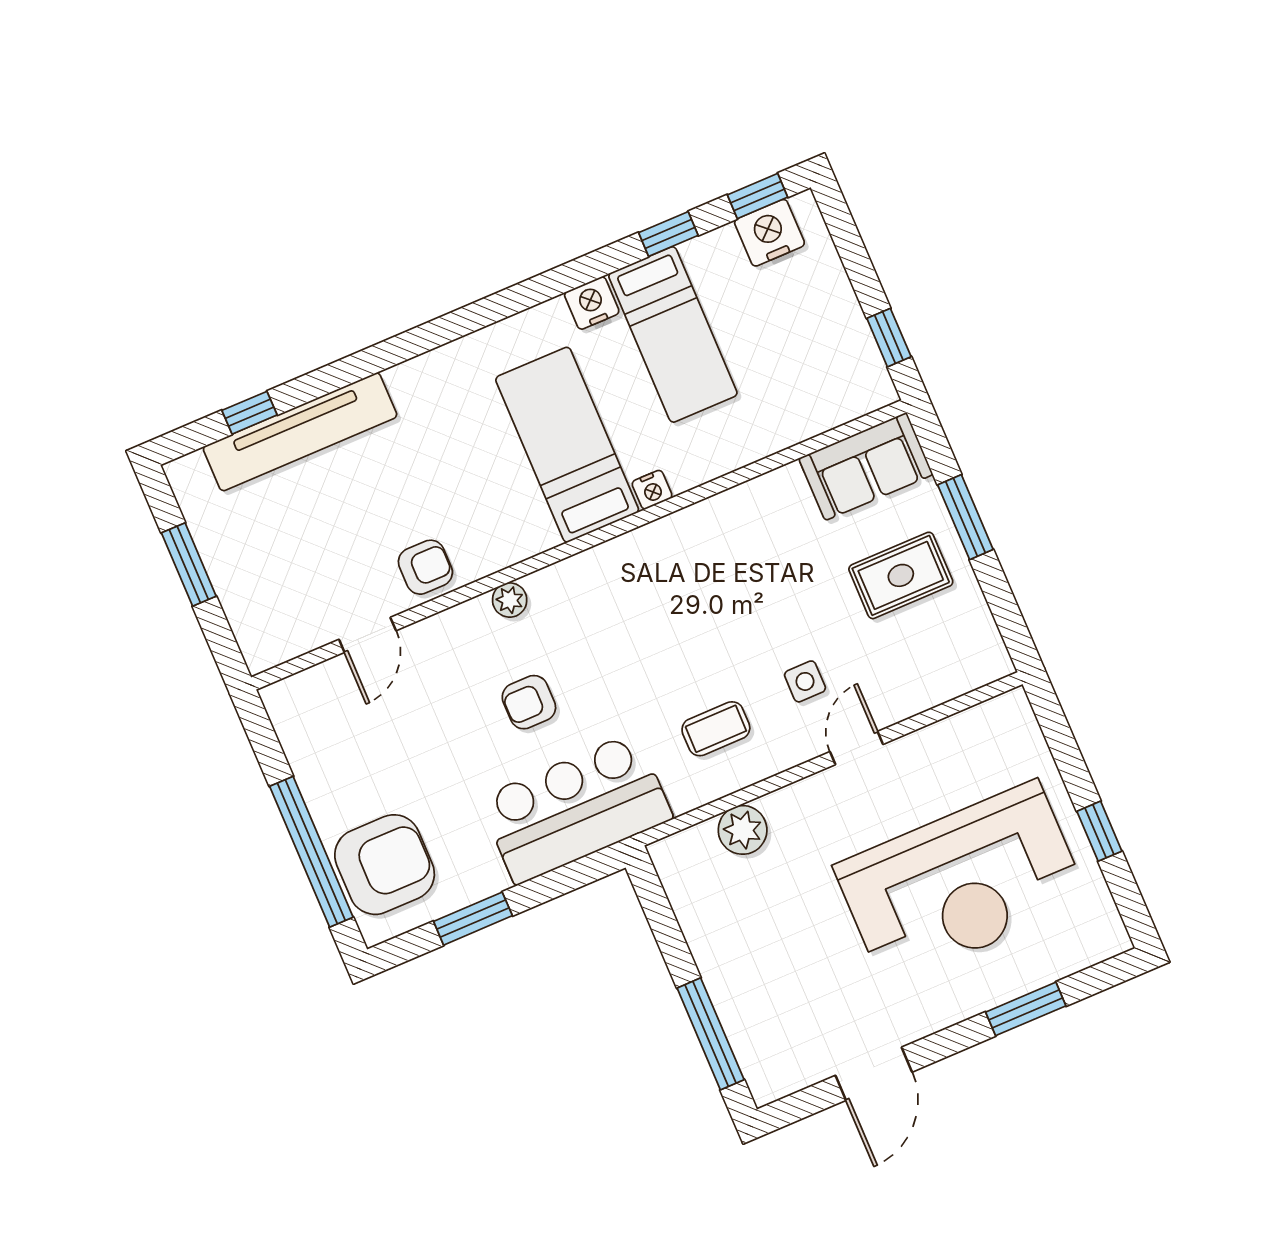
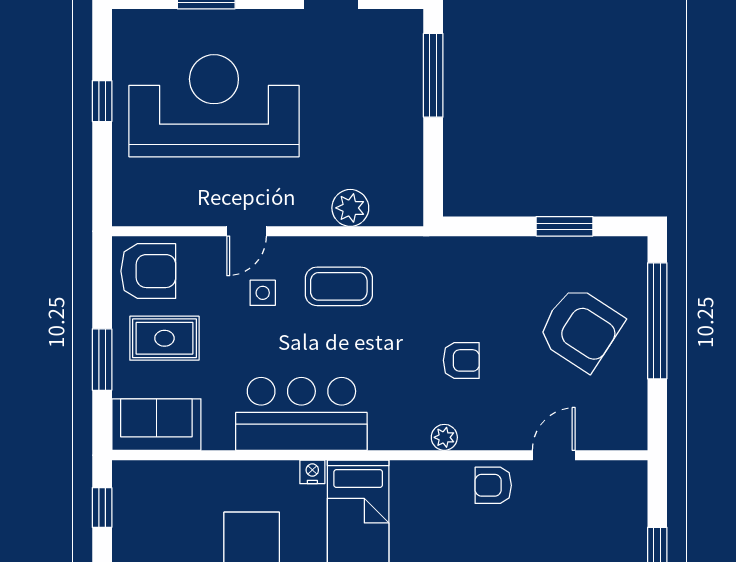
armchair: (955, 649) -> (148, 271), added
coffee table: (716, 729) -> (339, 286), width x1.36, depth x1.30
bar counter: (576, 808) -> (301, 414), moved, turned 180
armchair: (385, 865) -> (580, 329), moved, turned -147

